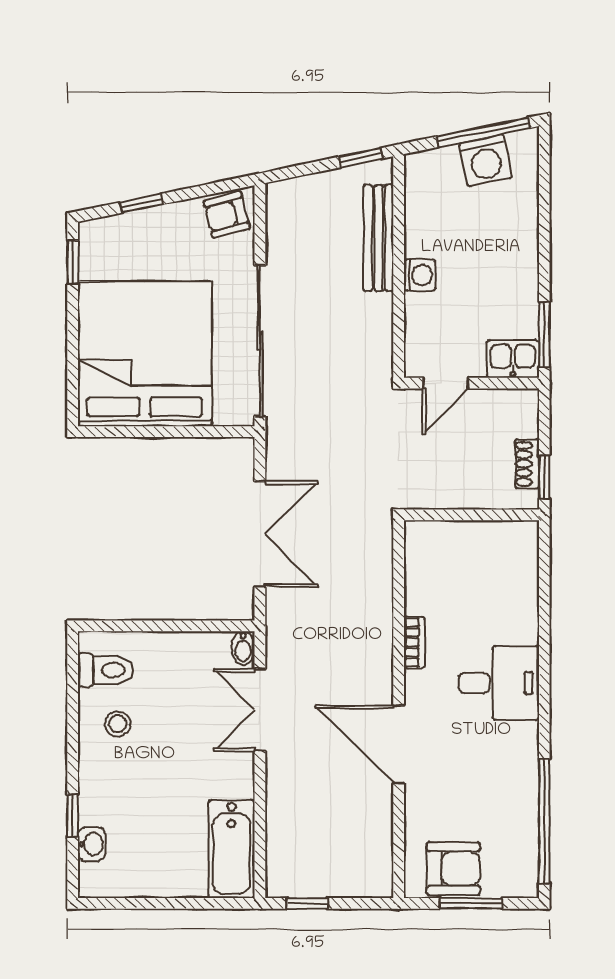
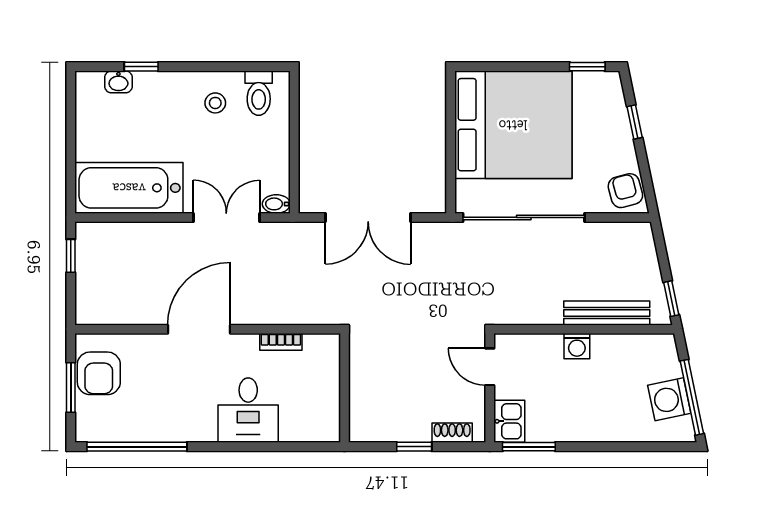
shoe rack: (527, 464) -> (452, 433), moved
wall: (471, 515) -> (344, 388), moved
bathtub: (232, 849) -> (129, 188), width x1.36, depth x1.36

